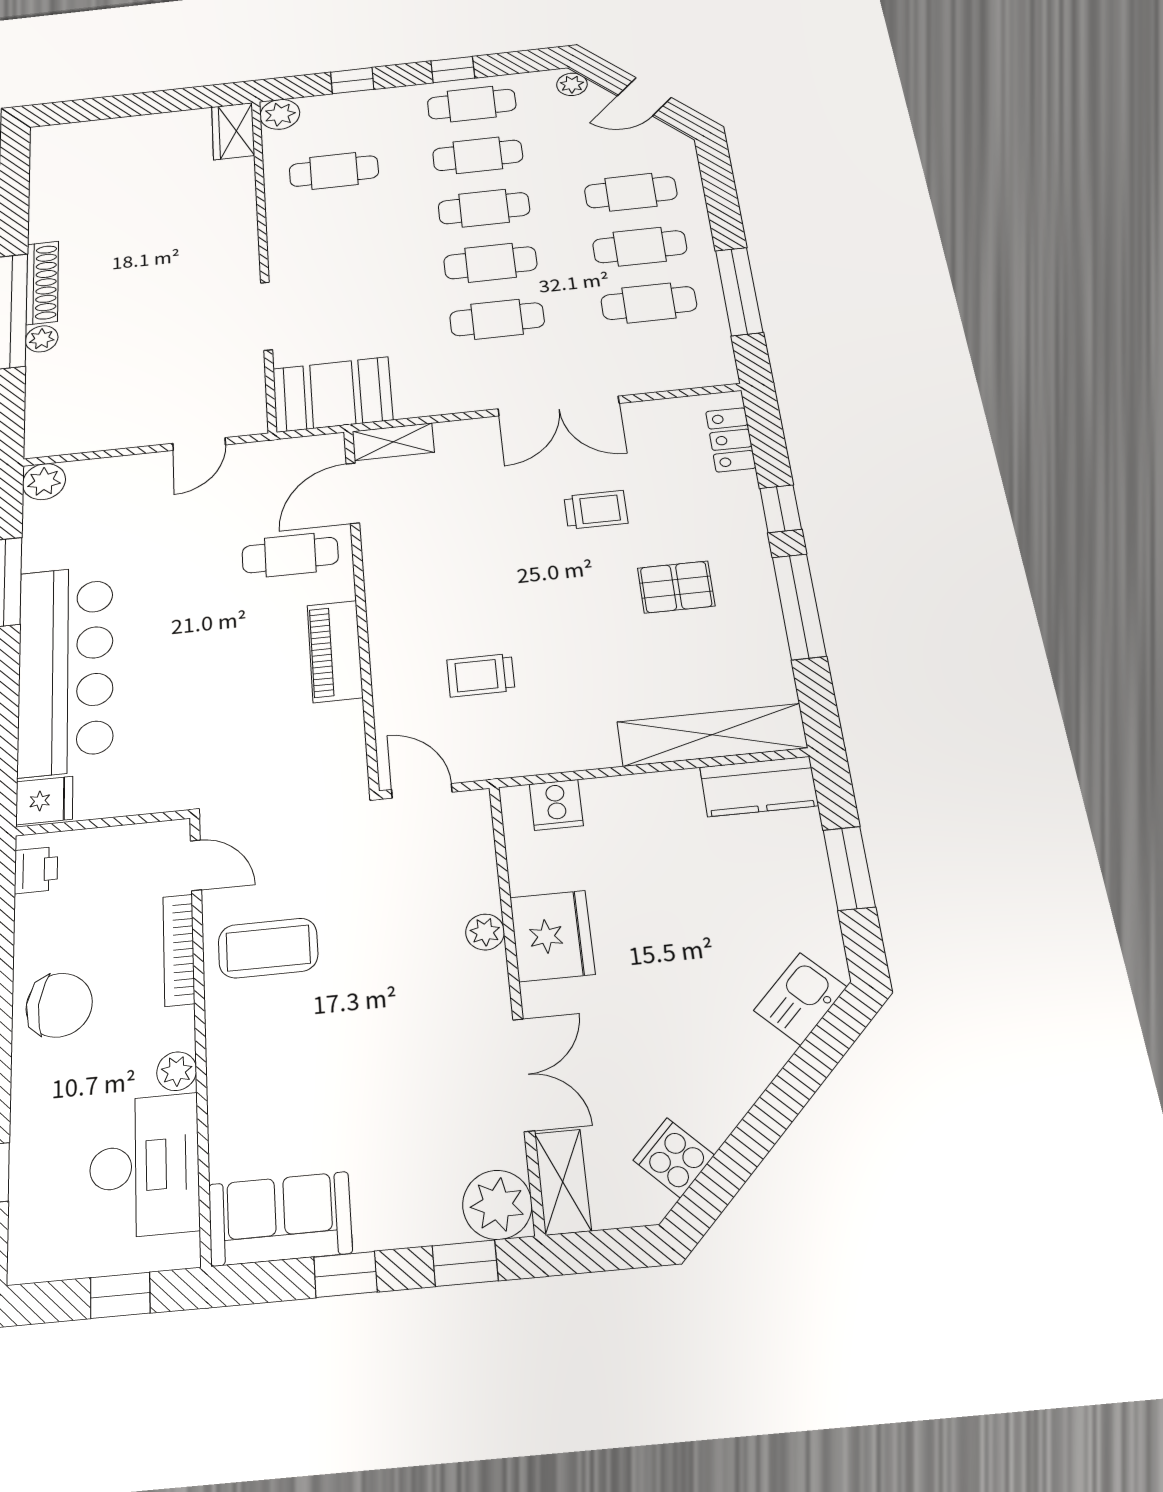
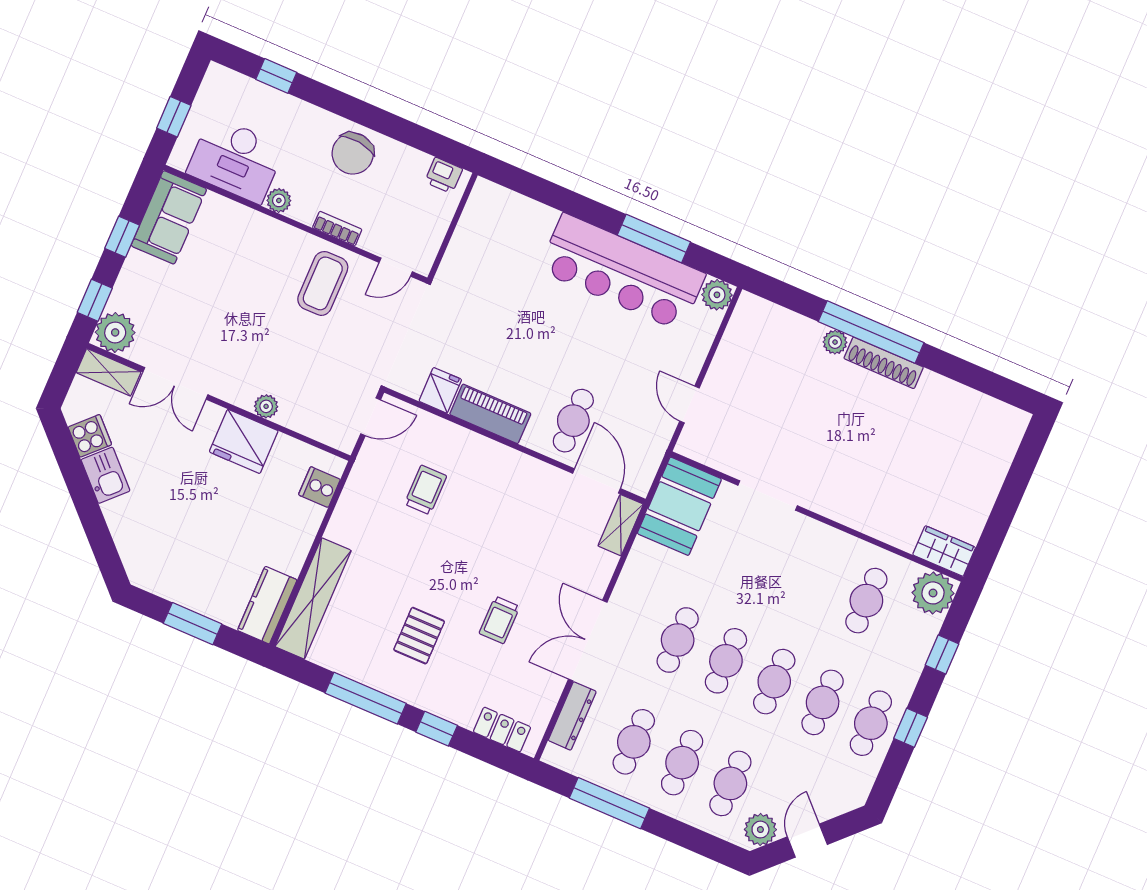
plant: (572, 84) -> (760, 830), moved, width x1.38, depth x1.38
plant: (280, 114) -> (933, 593), width x1.36, depth x1.36
dresser: (662, 377) -> (572, 716), added
bar counter: (66, 669) -> (622, 272), moved
fridge: (44, 800) -> (440, 390), moved, turned 180
bookcase: (179, 950) -> (337, 229), width x0.64
kitchen sink: (800, 999) -> (105, 475), moved

